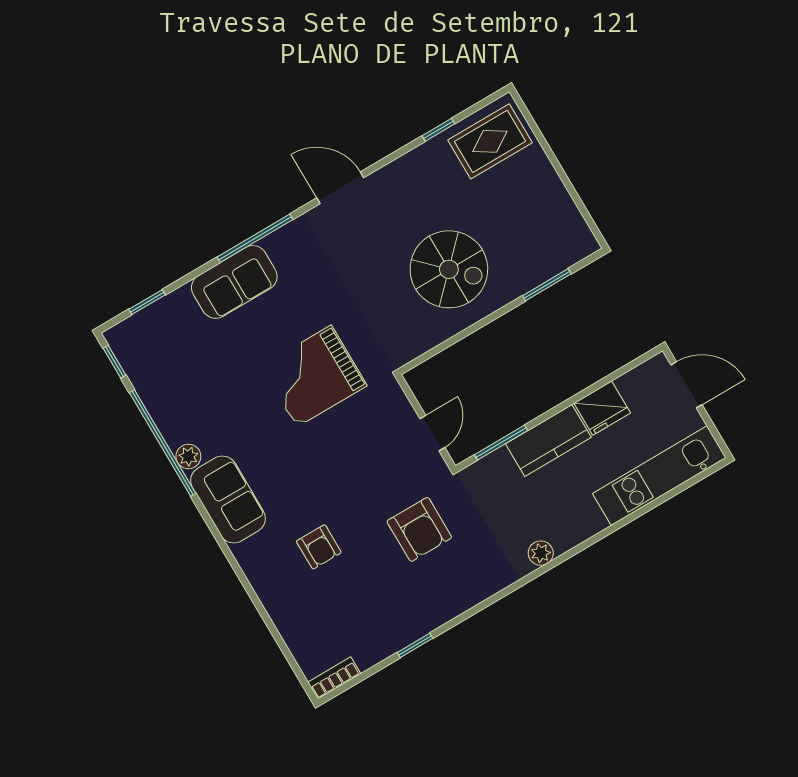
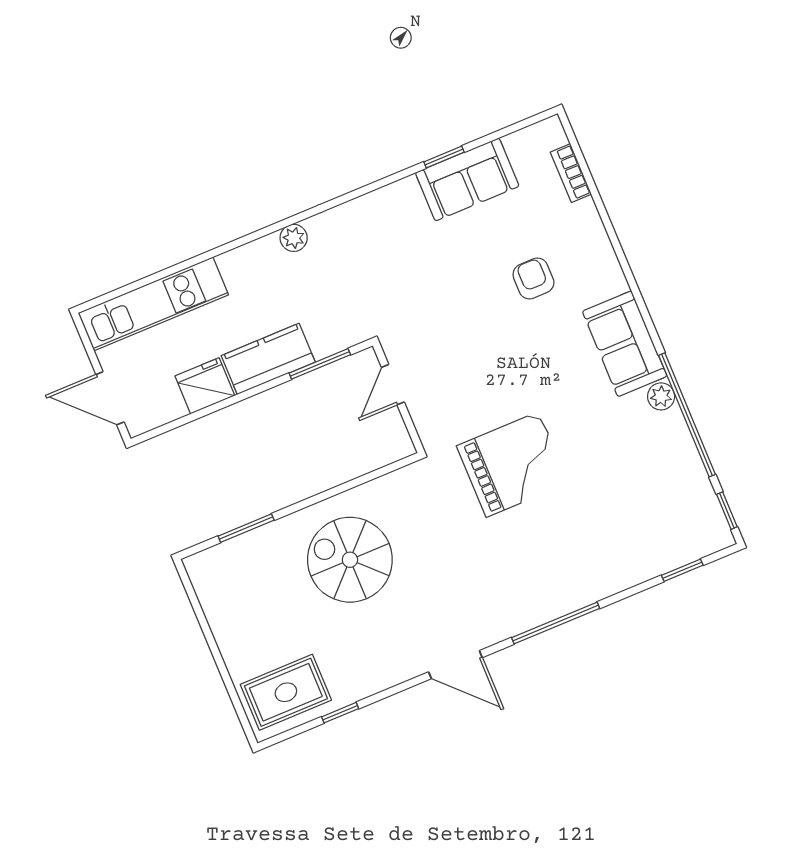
sofa: (234, 282) -> (467, 179), moved, turned 180
armchair: (419, 529) -> (422, 282), removed
bookcase: (334, 678) -> (571, 173), moved, turned 90

